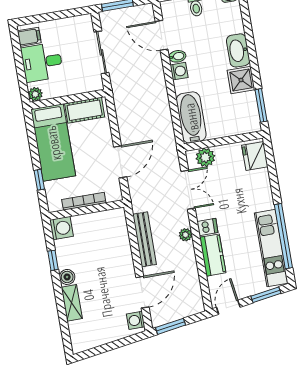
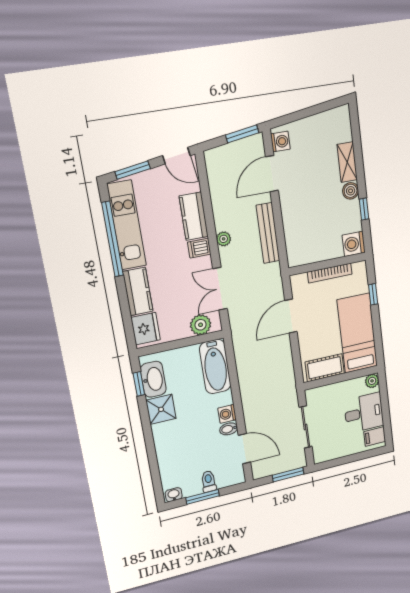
washbasin: (238, 50) -> (153, 379), moved
window: (261, 105) -> (139, 384), width x0.67
kitchen counter: (262, 190) -> (138, 291), added
door: (228, 307) -> (176, 156), hinge flipped

